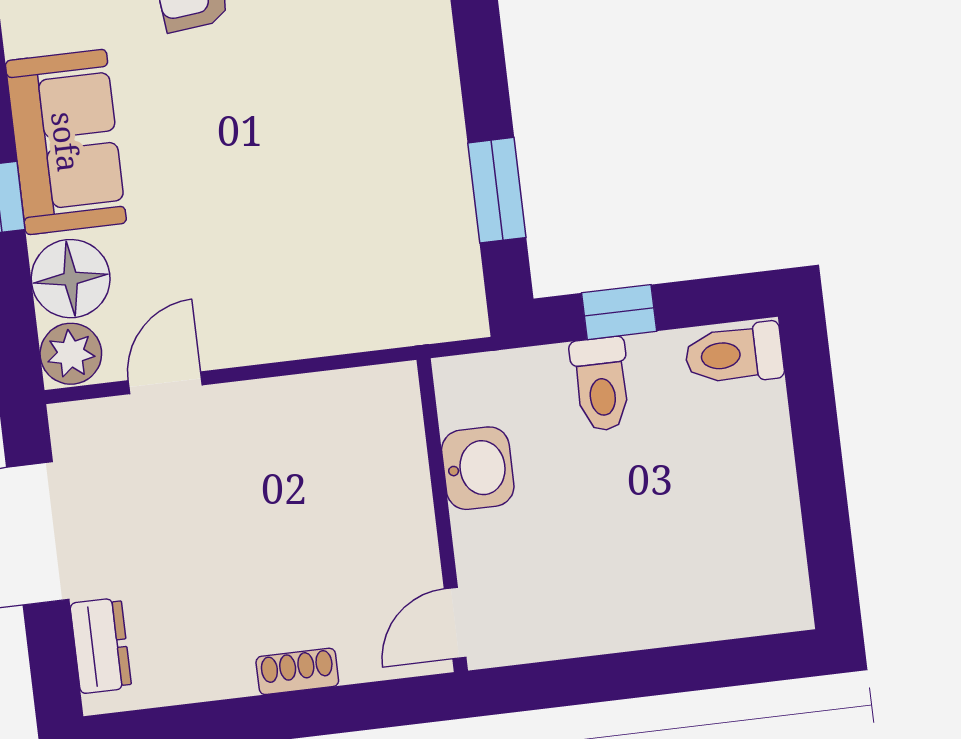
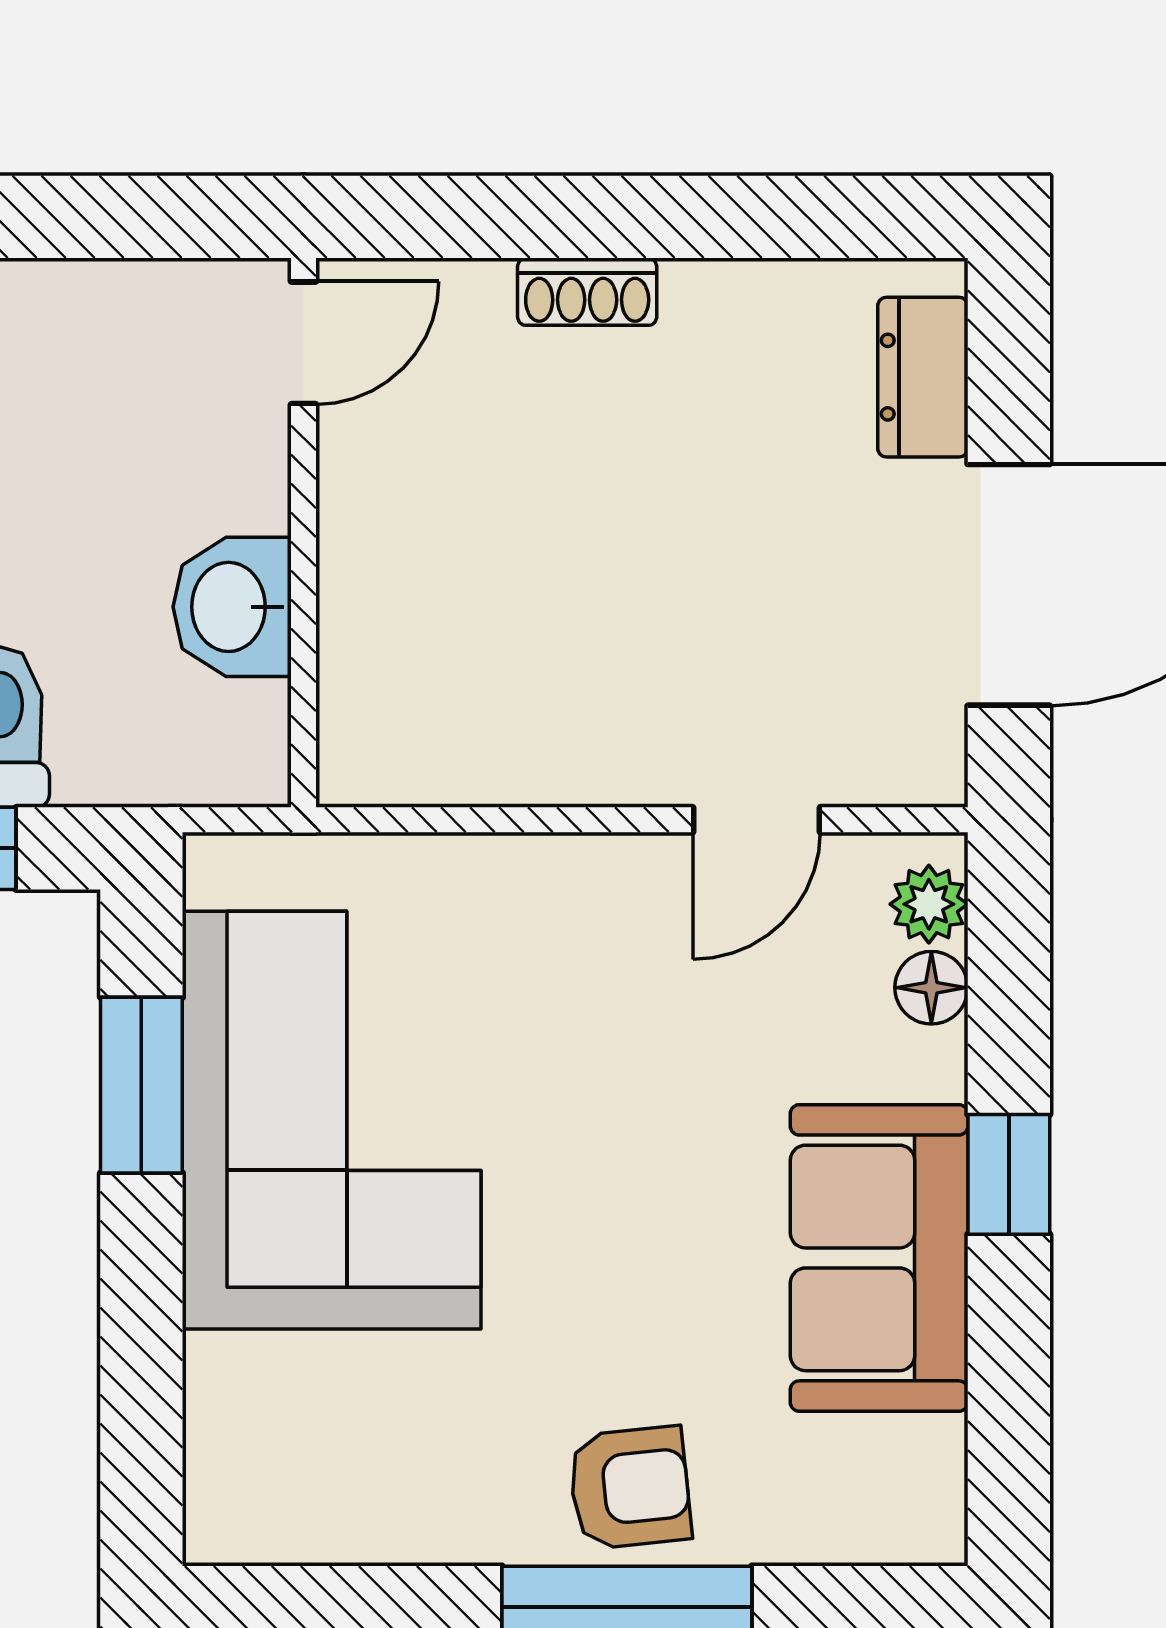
corner sofa: (386, 183) -> (332, 1120), added
floor lamp: (71, 279) -> (931, 988), width x0.53, depth x0.53
plant: (71, 354) -> (929, 904), width x0.73, depth x0.73

